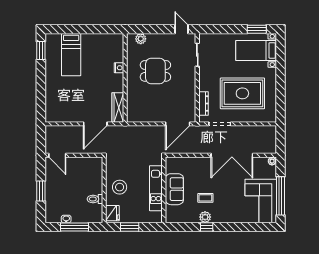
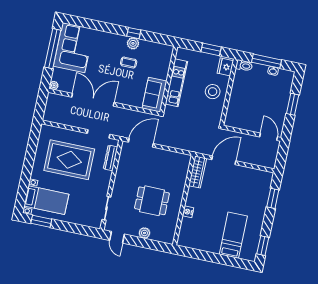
plant: (141, 39) -> (144, 233), moved
window: (41, 98) -> (273, 198), added
sofa: (174, 189) -> (154, 95), moved
toilet: (95, 199) -> (244, 66), moved

